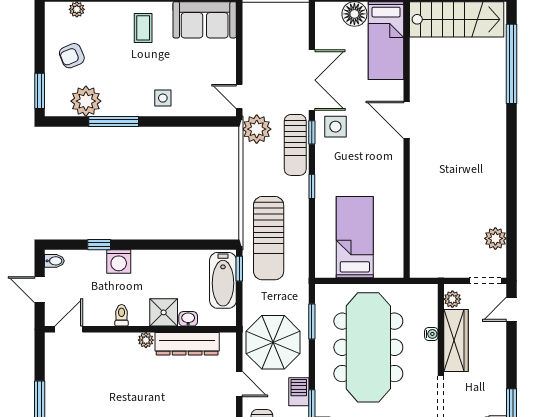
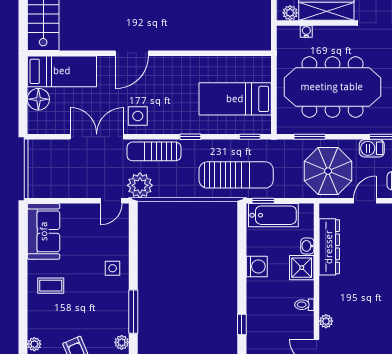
plant: (86, 101) -> (122, 342), width x0.53, depth x0.53
window: (312, 132) -> (250, 137), moved
sun lounger: (295, 145) -> (154, 151), turned 180
washing machine: (119, 261) -> (257, 266), moved
water cooler: (431, 334) -> (306, 31), moved
plant: (146, 340) -> (326, 321), moved

